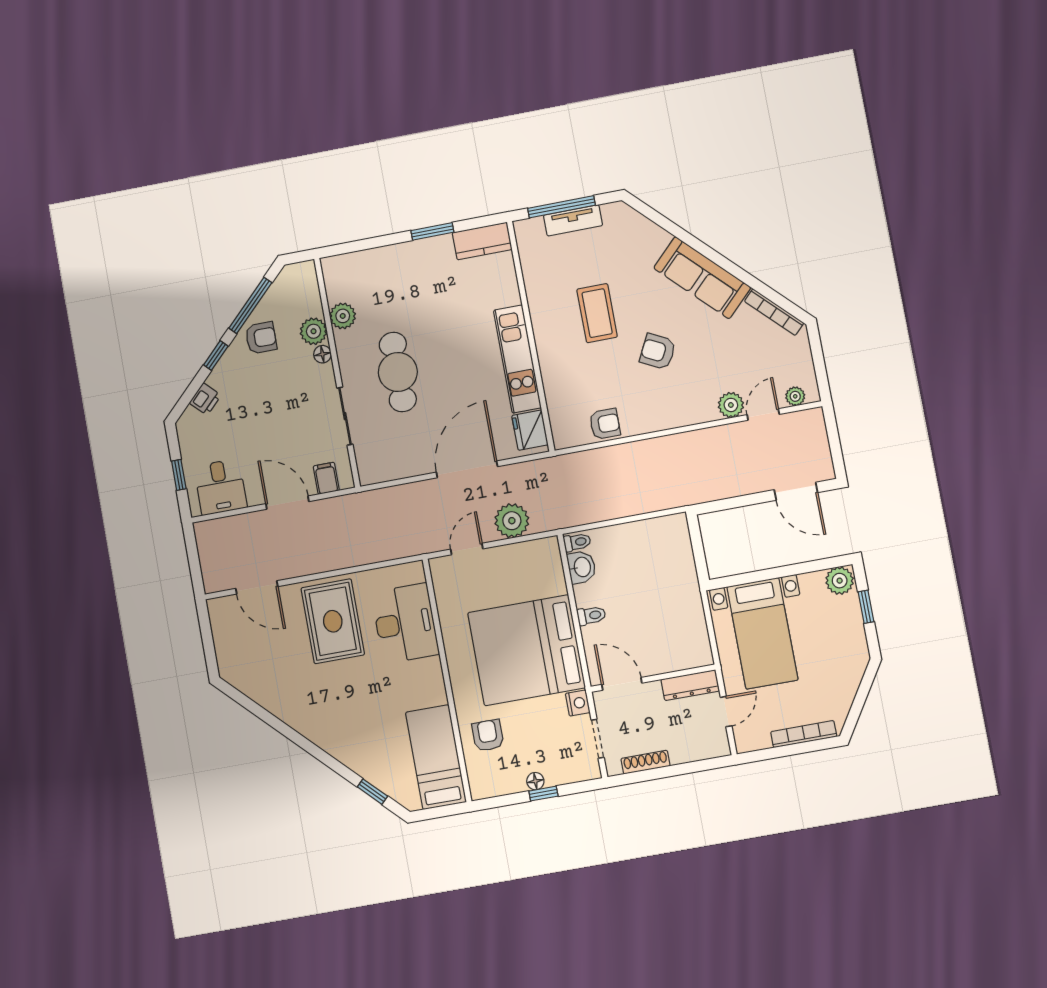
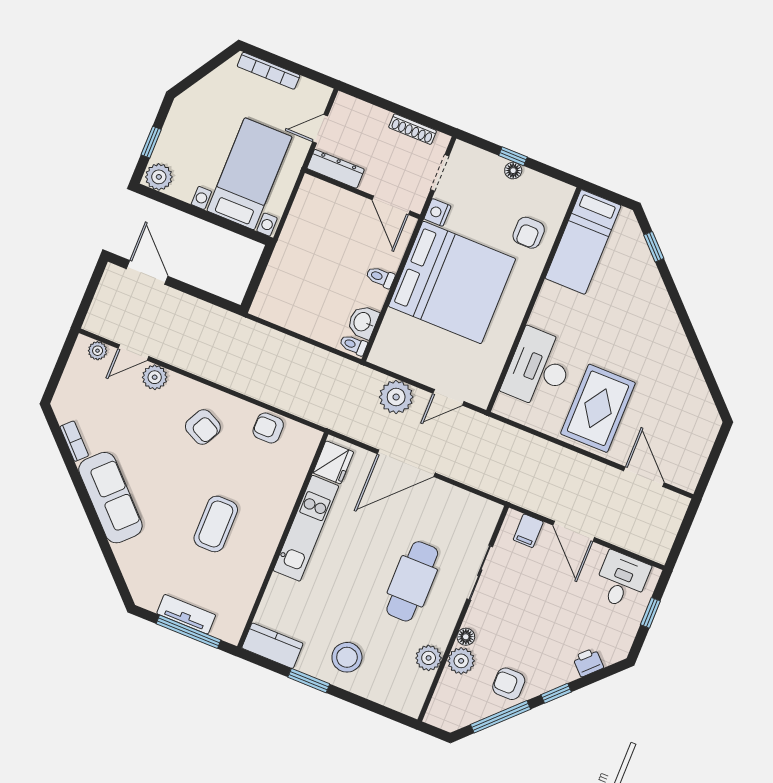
stool: (412, 272) -> (347, 657), added
bookcase: (774, 312) -> (74, 441), width x0.64
armchair: (658, 352) -> (203, 427), moved

